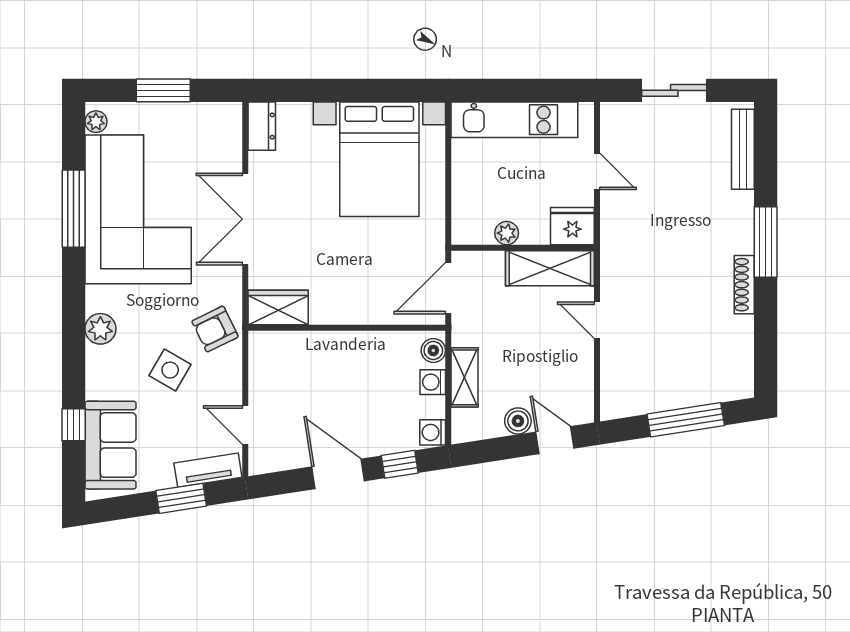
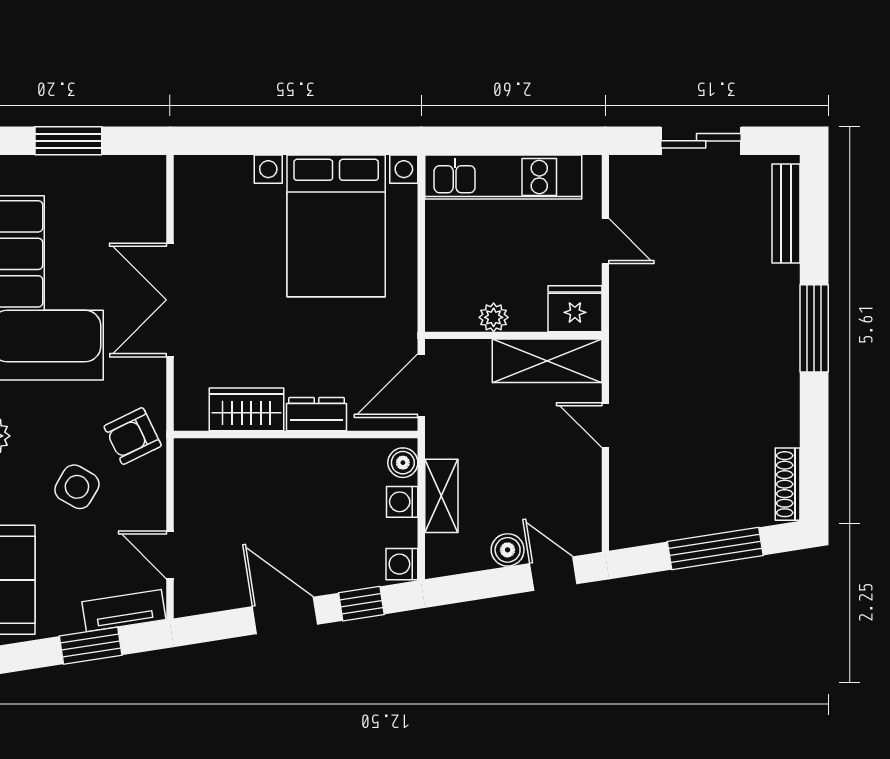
dresser: (262, 126) -> (317, 414), moved, turned -90
shoe rack: (744, 285) -> (788, 484), moved
wardrobe: (278, 307) -> (247, 409), moved

